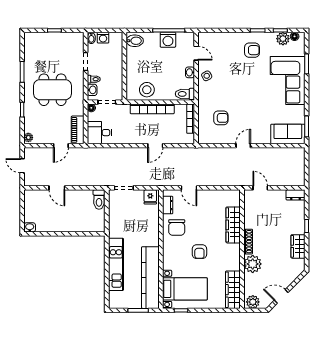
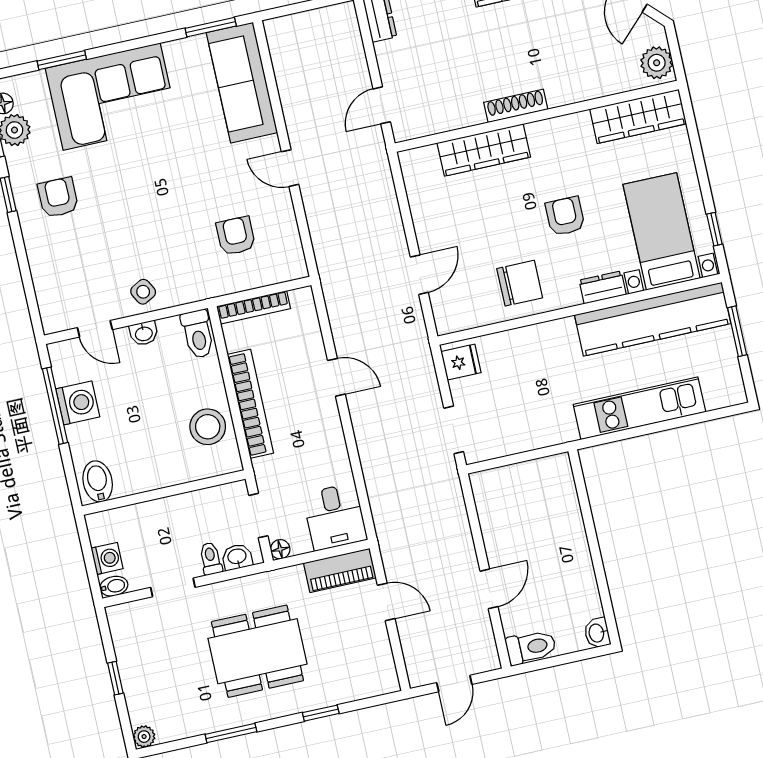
door: (196, 53) -> (95, 329), swing flipped
dining table: (53, 90) -> (257, 651), turned 90
sofa: (288, 134) -> (242, 83), width x1.36
plant: (28, 137) -> (144, 737), moved
toilet: (99, 200) -> (531, 647), moved
dresser: (168, 205) -> (603, 287), moved
armchair: (199, 252) -> (565, 216), turned -90
plant: (253, 264) -> (567, 83), removed

